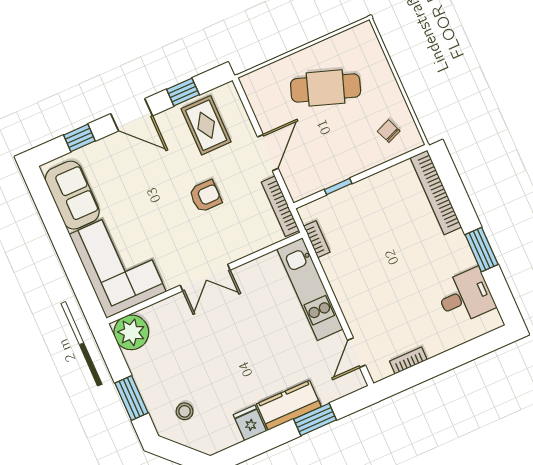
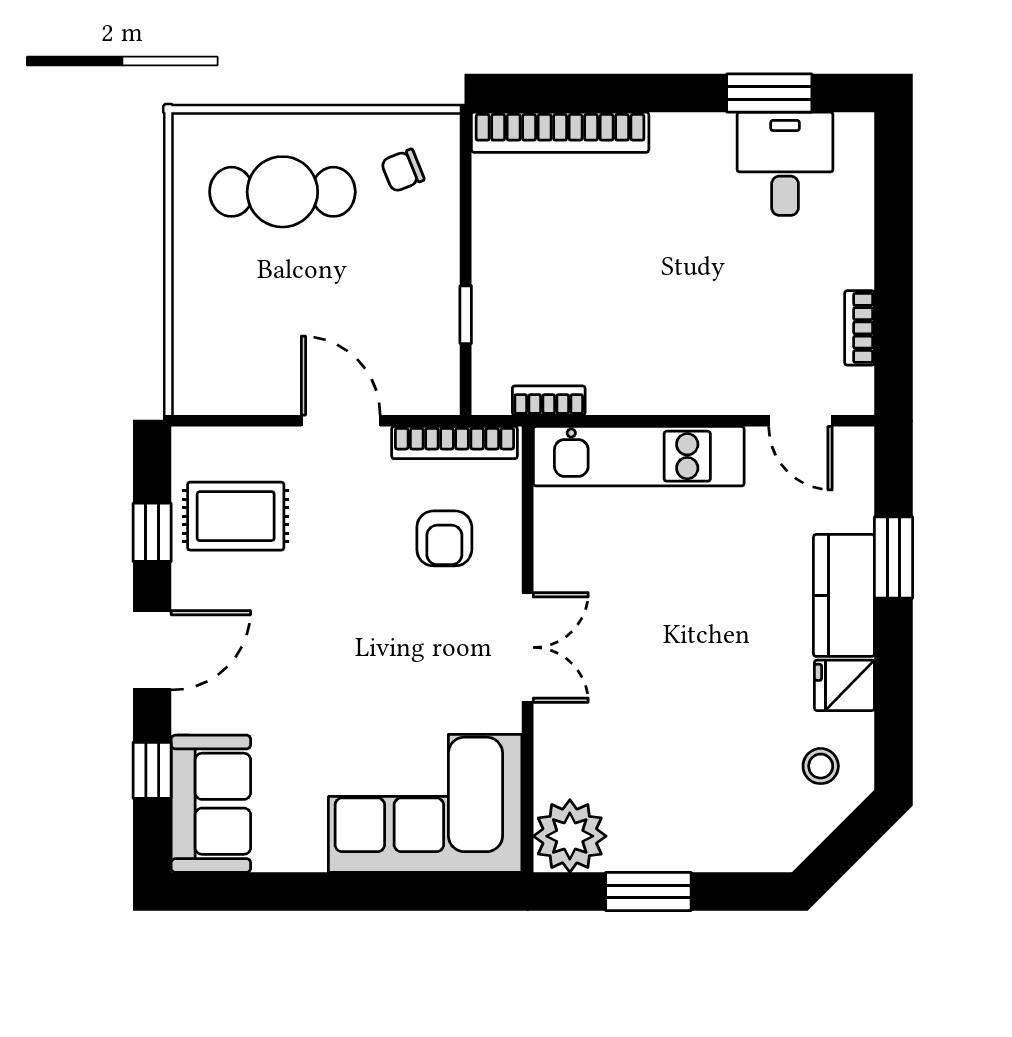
cafe table: (326, 88) -> (282, 192), moved, turned 71
sofa: (72, 195) -> (211, 804), moved, turned 90
armchair: (205, 196) -> (444, 538), moved, turned 180
window: (482, 250) -> (769, 93), moved
window: (132, 398) -> (648, 891), moved
stool: (185, 411) -> (821, 766), moved

